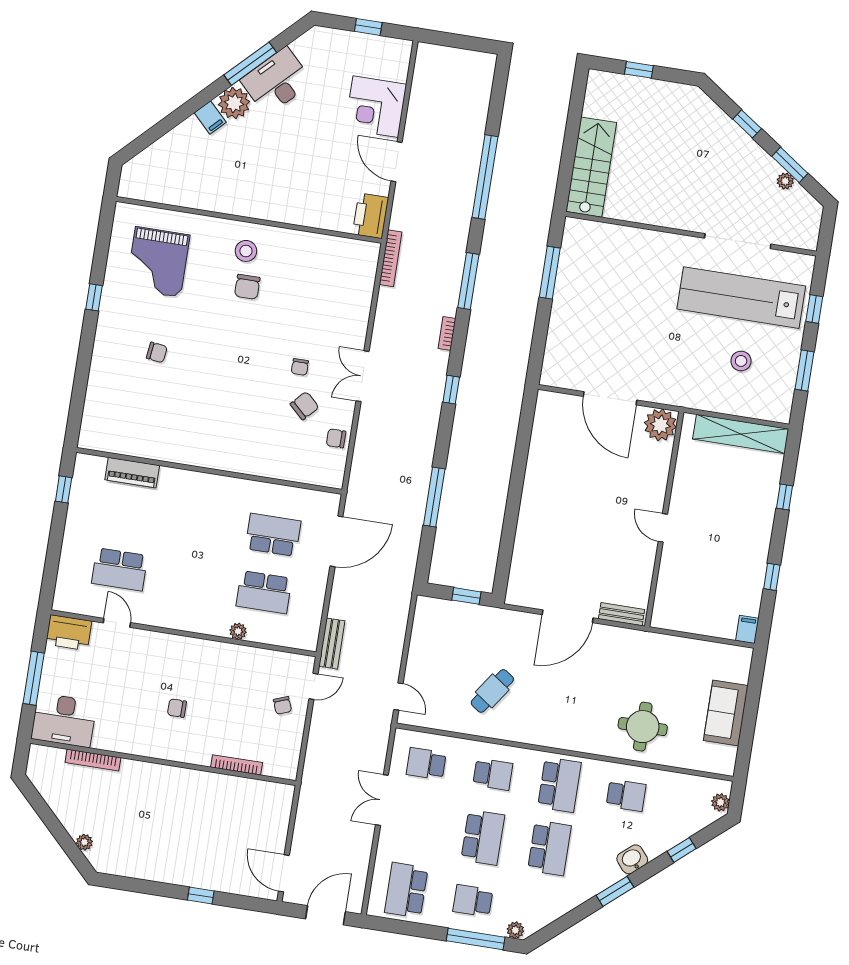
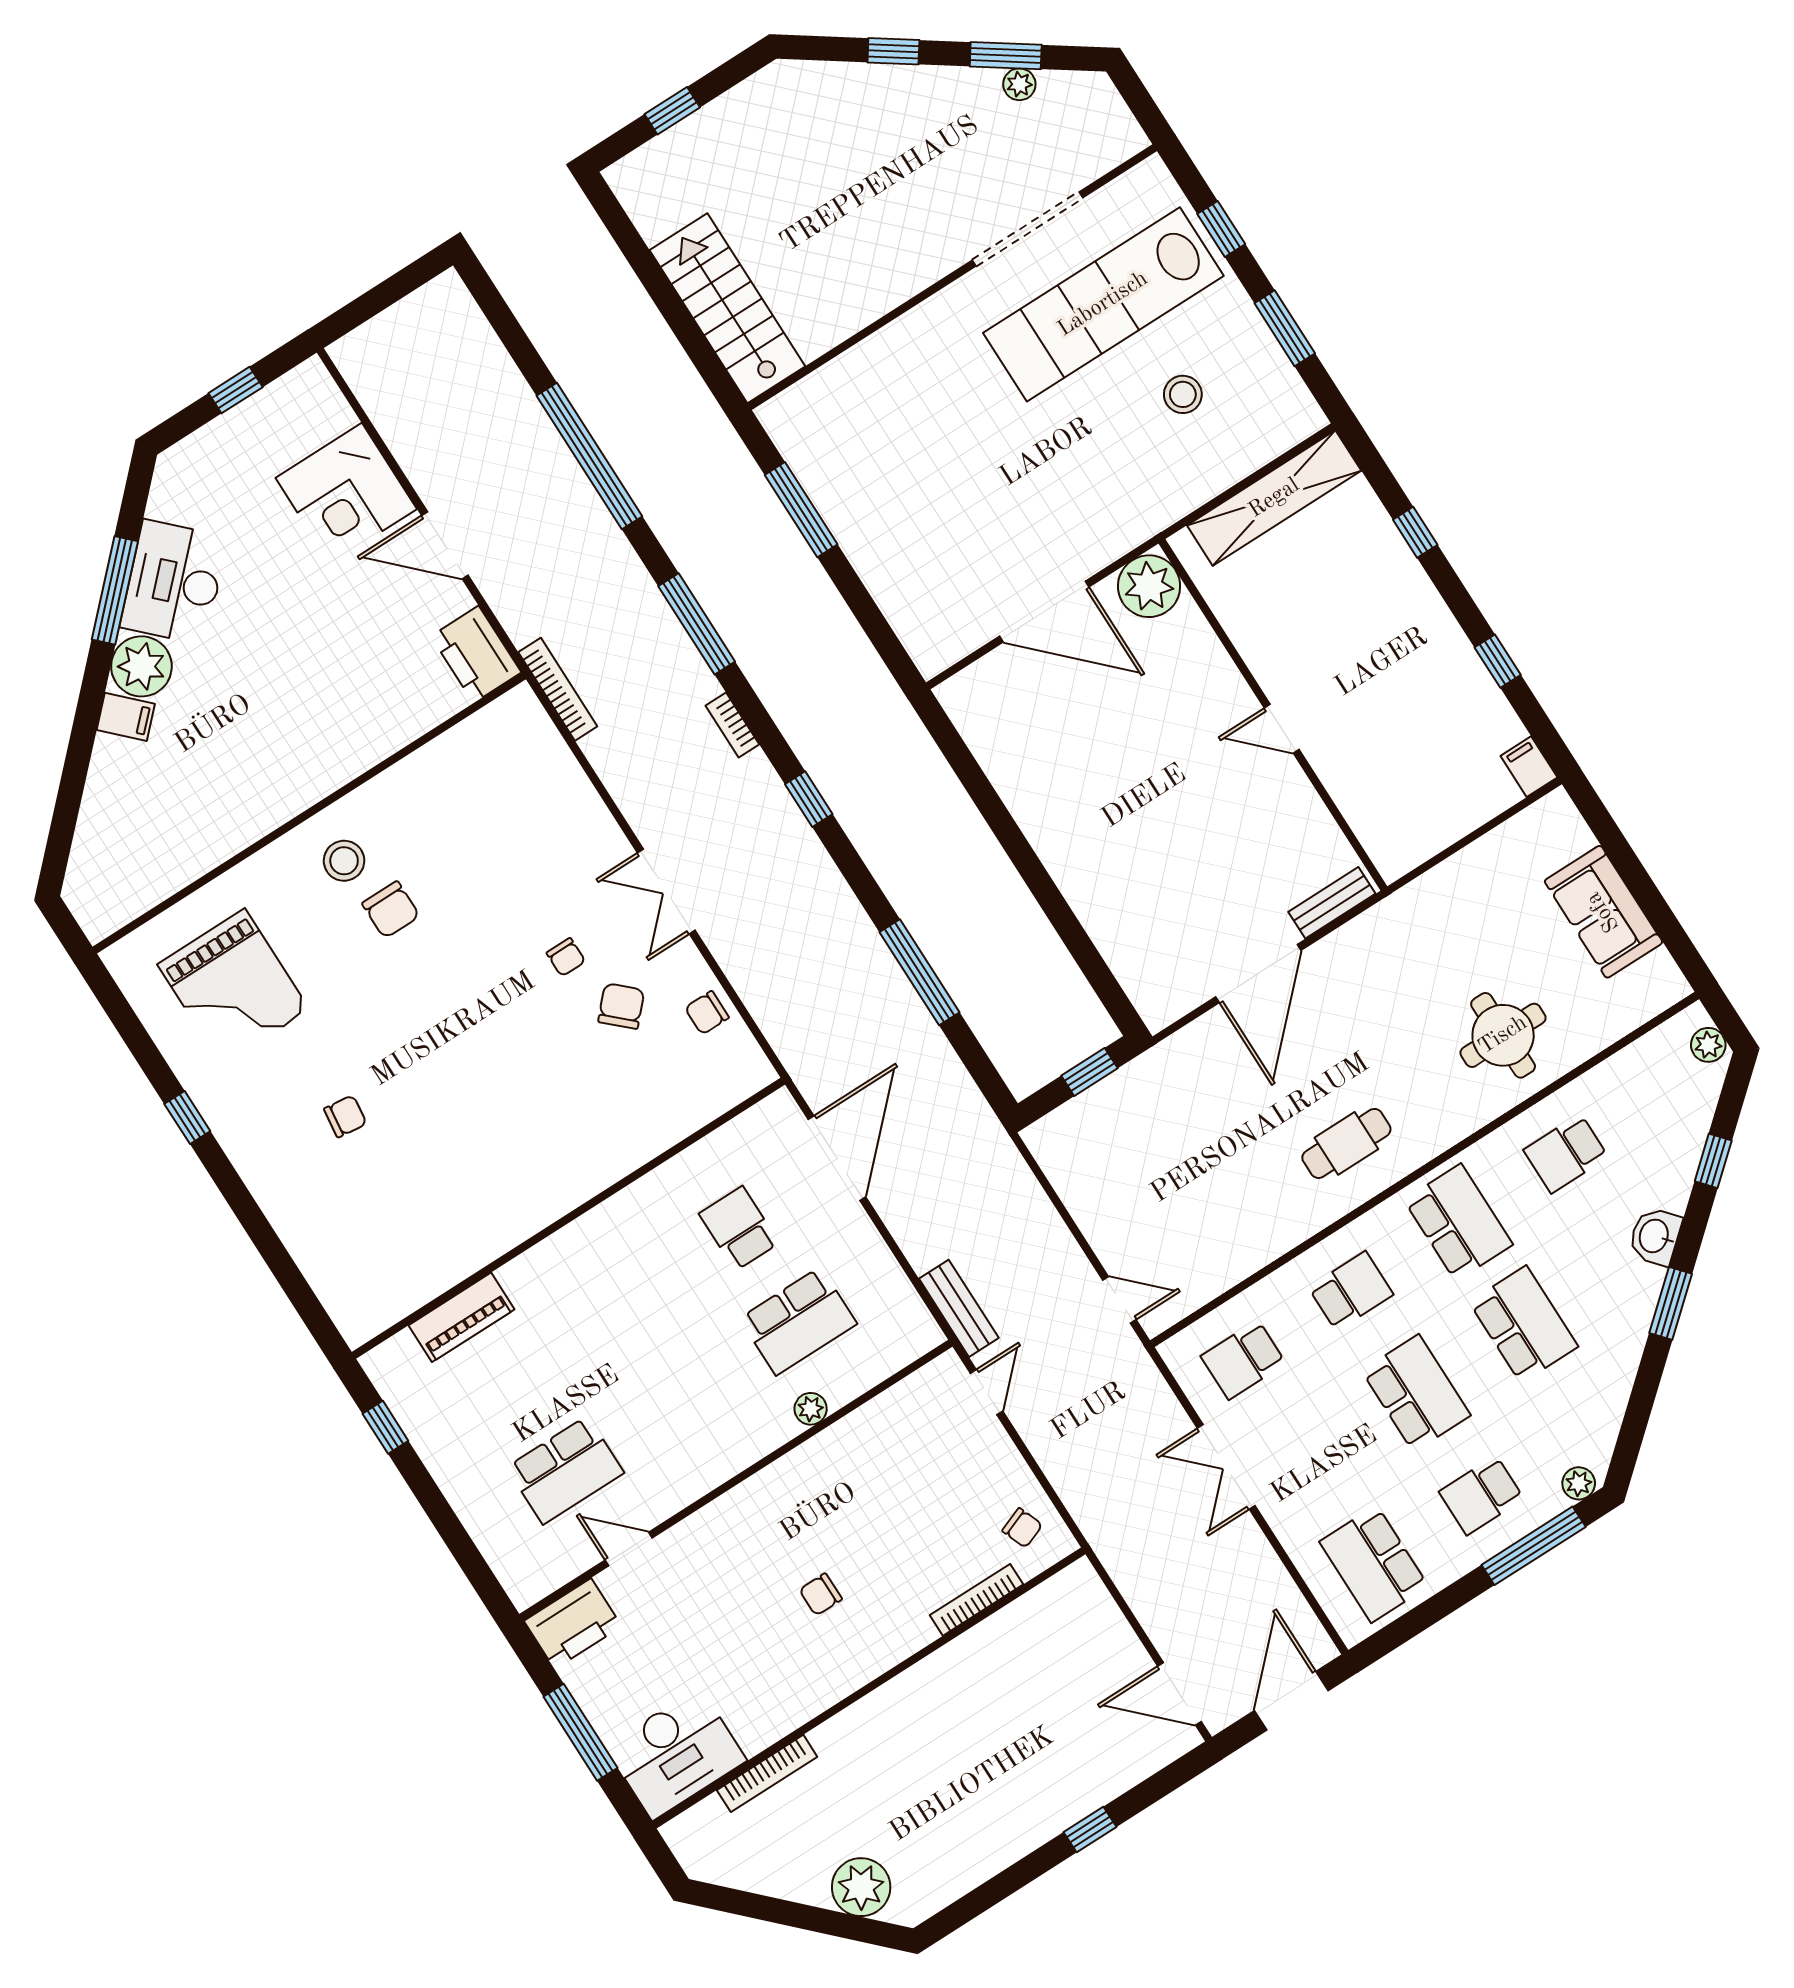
school desk: (273, 535) -> (739, 1228), width x0.54
cafe table: (492, 691) -> (1346, 1143), moved, turned 55
chair: (283, 705) -> (1022, 1528), moved
school desk: (626, 795) -> (1566, 1154), turned 180
plant: (84, 842) -> (861, 1887), width x1.87, depth x1.87

